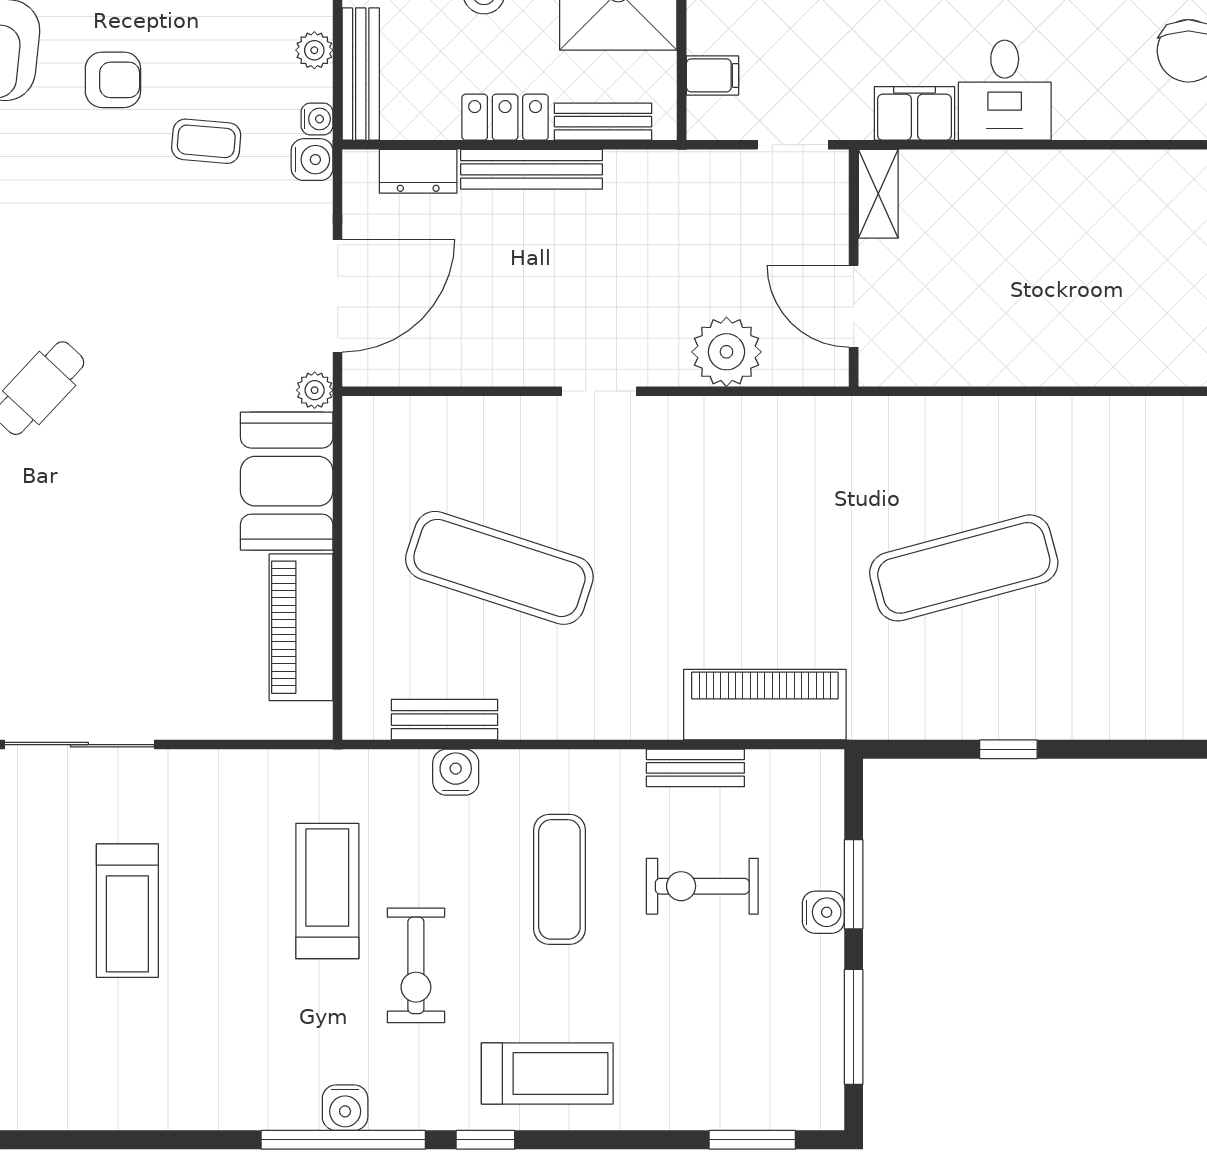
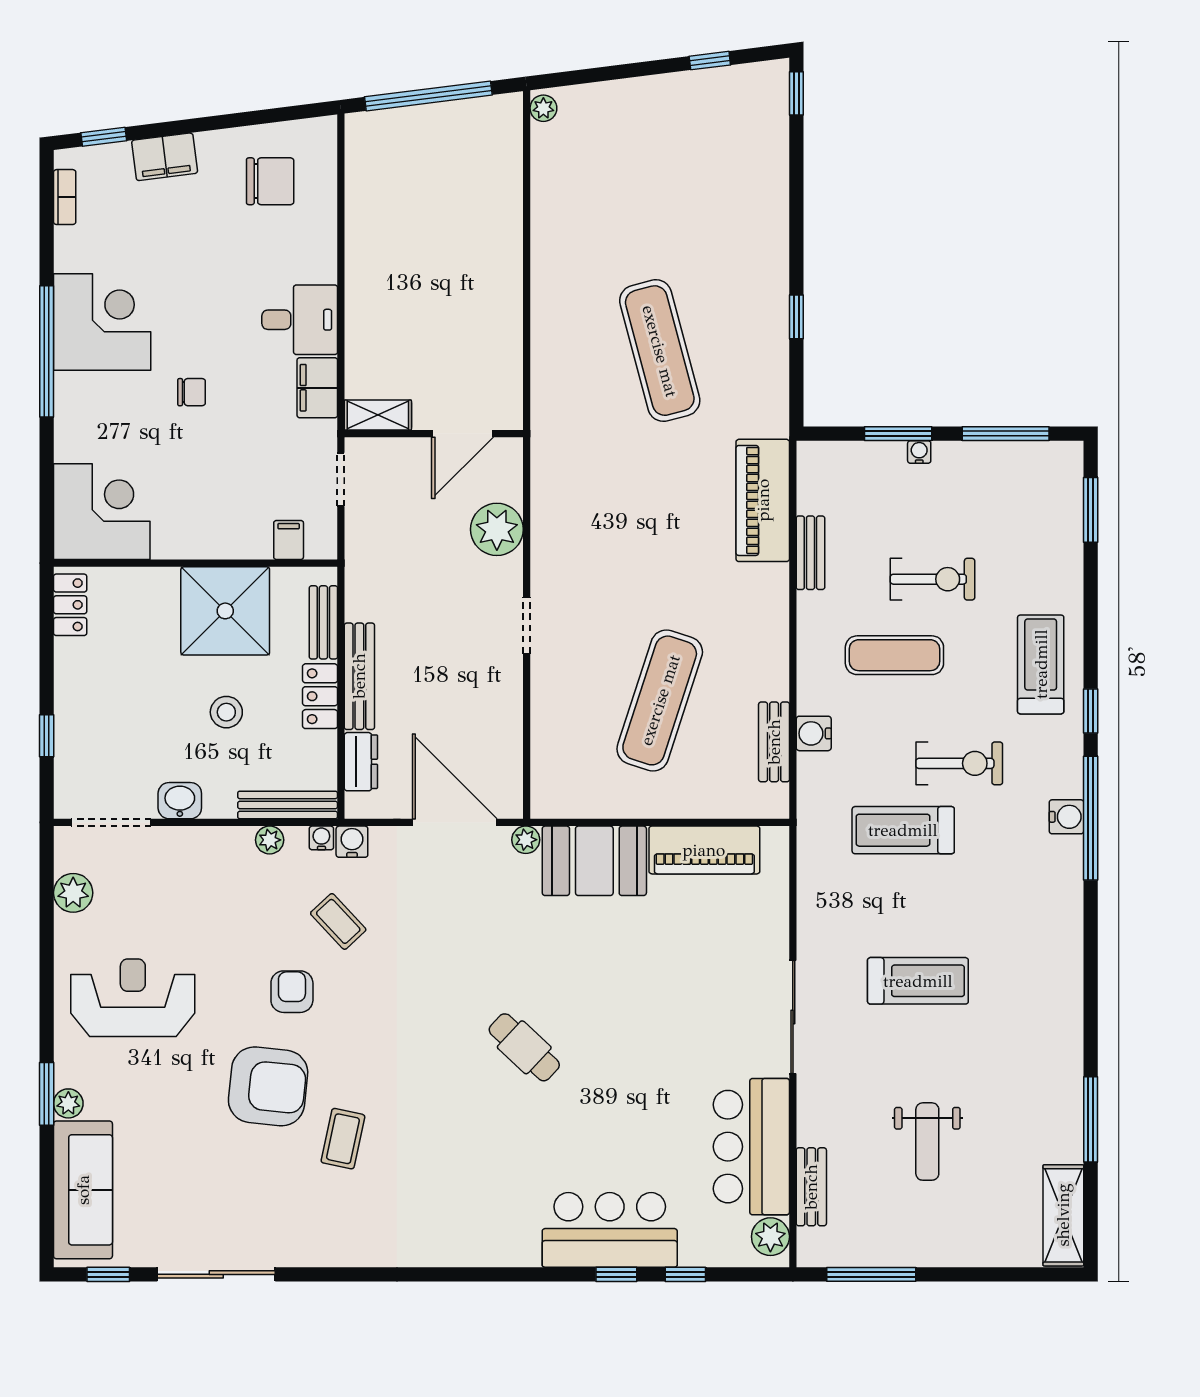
coffee table: (206, 141) -> (338, 921), turned -48
exercise bike: (702, 886) -> (932, 579), moved, turned -90
water cooler: (823, 912) -> (919, 452), width x0.72, depth x0.72

